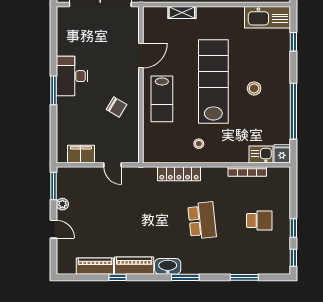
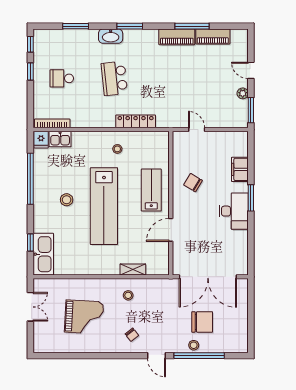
kitchen sink: (268, 17) -> (43, 254), moved, turned 90
filing cabinet: (81, 154) -> (240, 169), moved, turned 90
bookcase: (247, 171) -> (52, 123), moved
washbasin: (168, 266) -> (111, 36), moved
window: (117, 277) -> (192, 26), width x2.17

